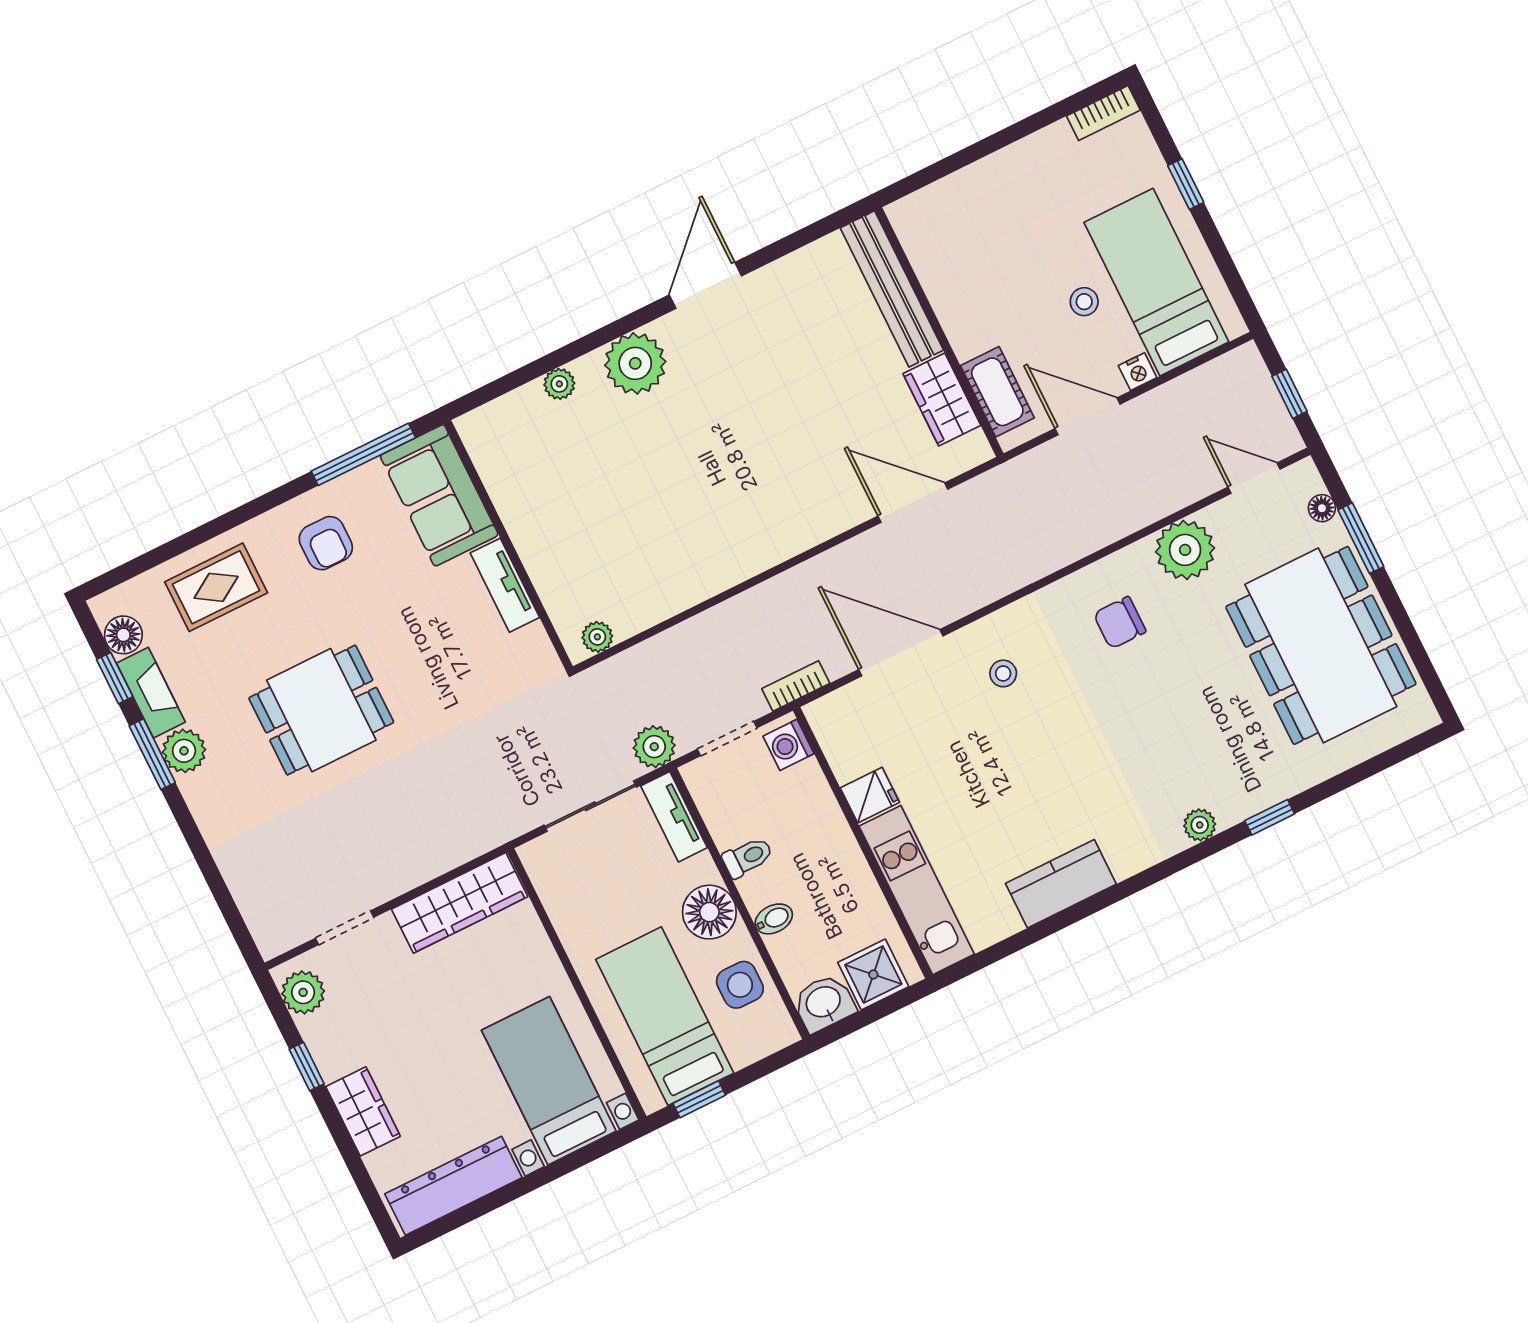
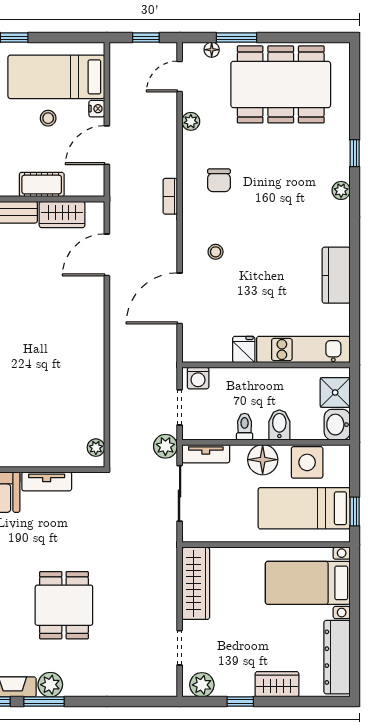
cot: (997, 392) -> (42, 185), moved
plant: (1185, 550) -> (191, 121), width x0.53, depth x0.53
bookcase: (796, 686) -> (170, 196), moved
bidet: (774, 919) -> (279, 425), width x1.38, depth x1.36
side table: (740, 985) -> (307, 462), width x1.37, depth x1.37

